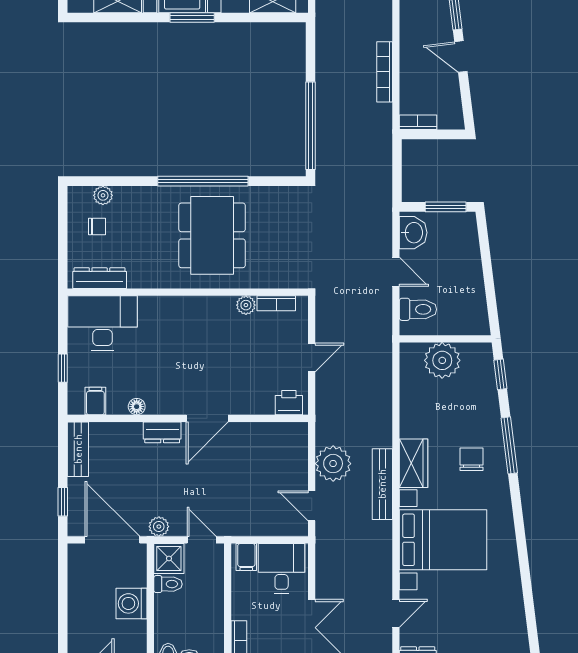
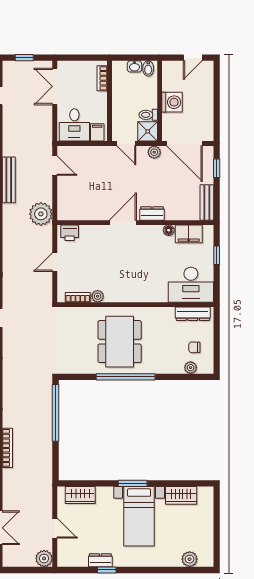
filing cabinet: (95, 401) -> (189, 234), width x2.00
plant: (333, 464) -> (41, 214), moved

